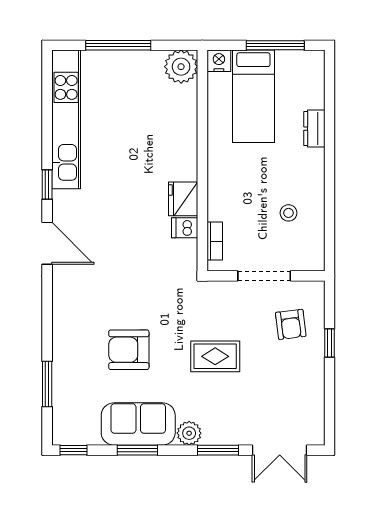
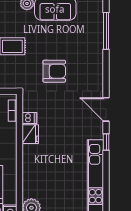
armchair: (129, 350) -> (54, 71), moved
window: (47, 384) -> (106, 31), width x1.44

